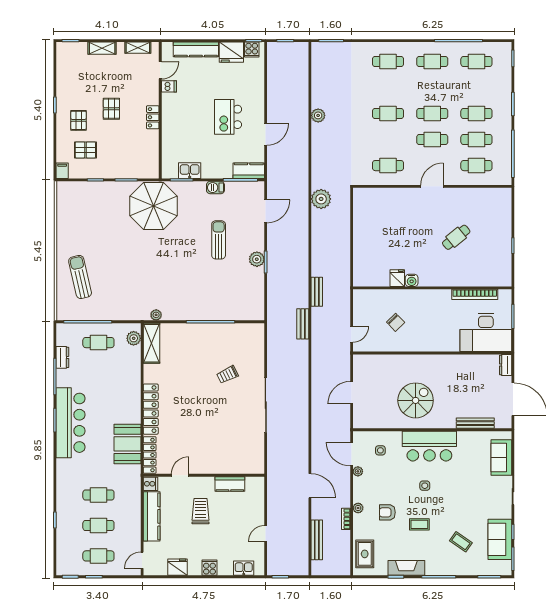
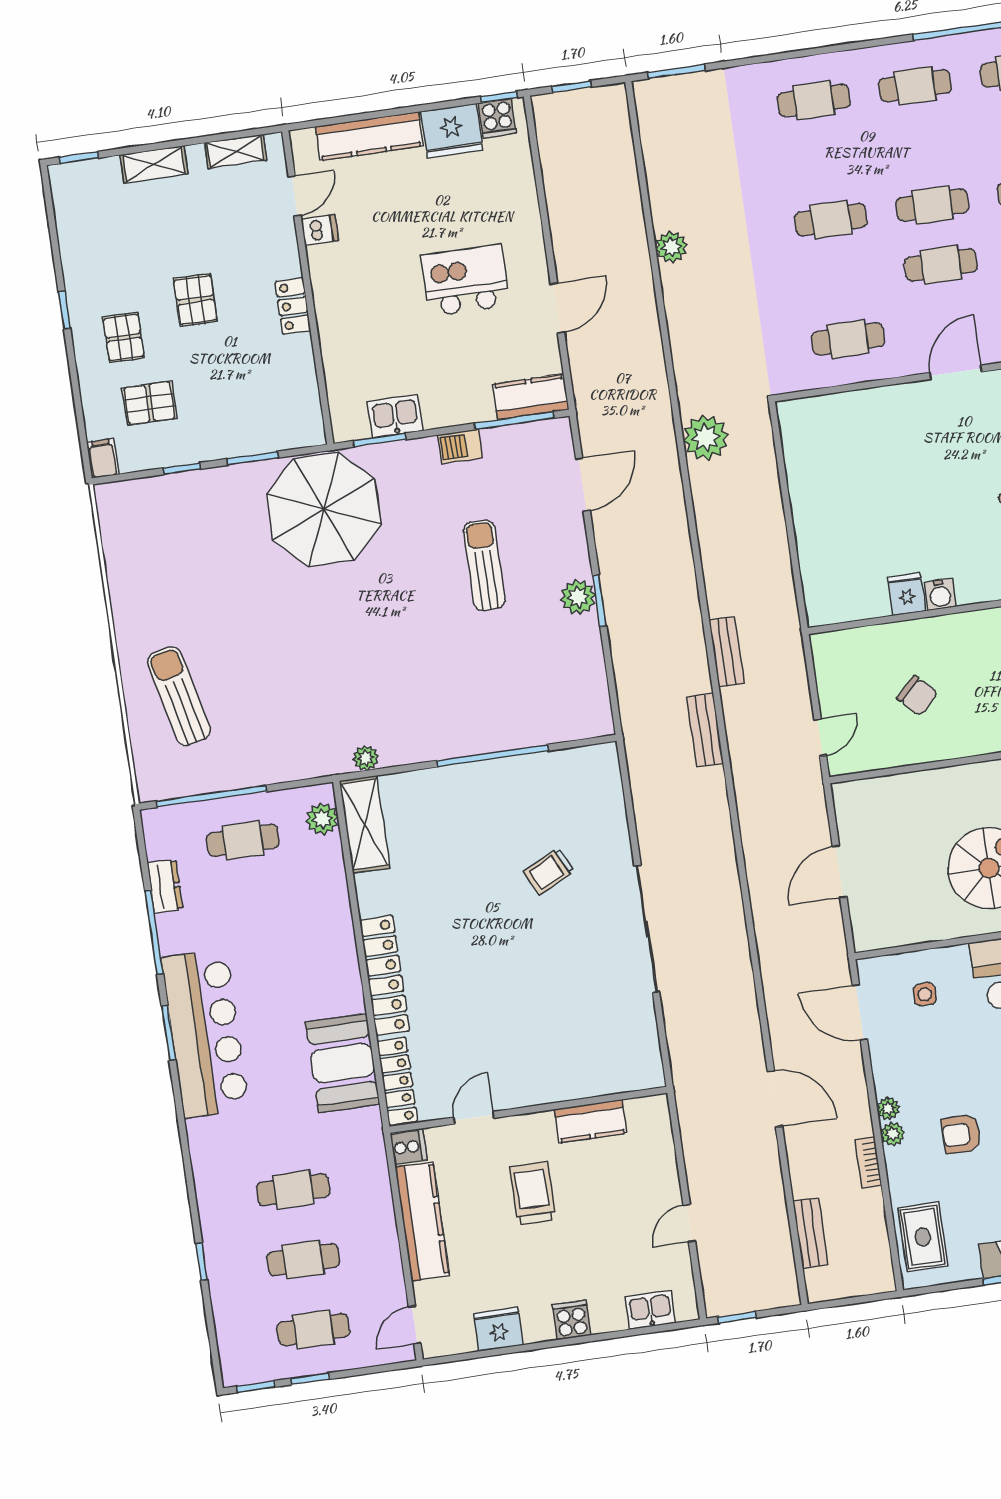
kitchen island: (228, 117) -> (465, 280), turned 90
plant: (358, 471) -> (888, 1108), moved
bench: (317, 540) -> (810, 1233), width x0.73

